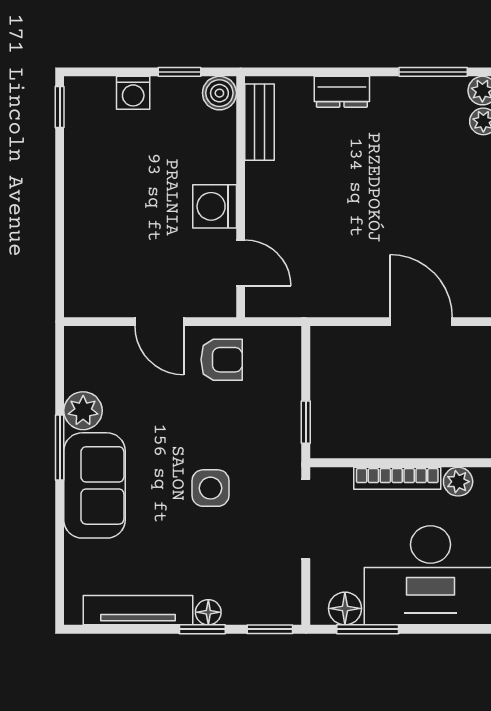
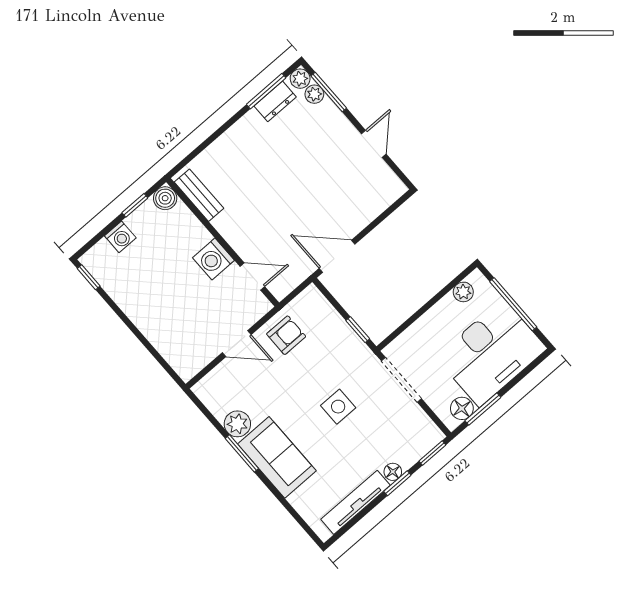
dresser: (342, 92) -> (275, 101), moved
door: (421, 322) -> (337, 256), moved
bookcase: (397, 478) -> (430, 318), removed

